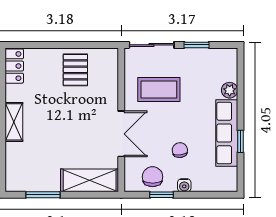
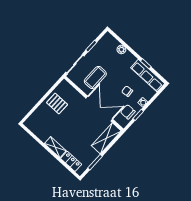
locker: (14, 66) -> (71, 161), moved
row of seats: (227, 133) -> (148, 76), moved
double door: (121, 134) -> (99, 109), width x1.37

